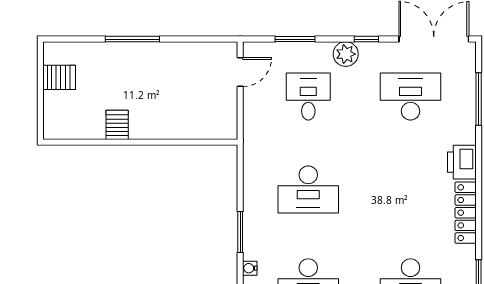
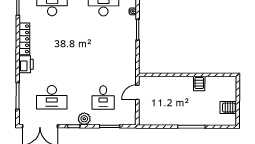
door: (240, 72) -> (137, 92), moved
desk: (308, 189) -> (103, 51), removed

